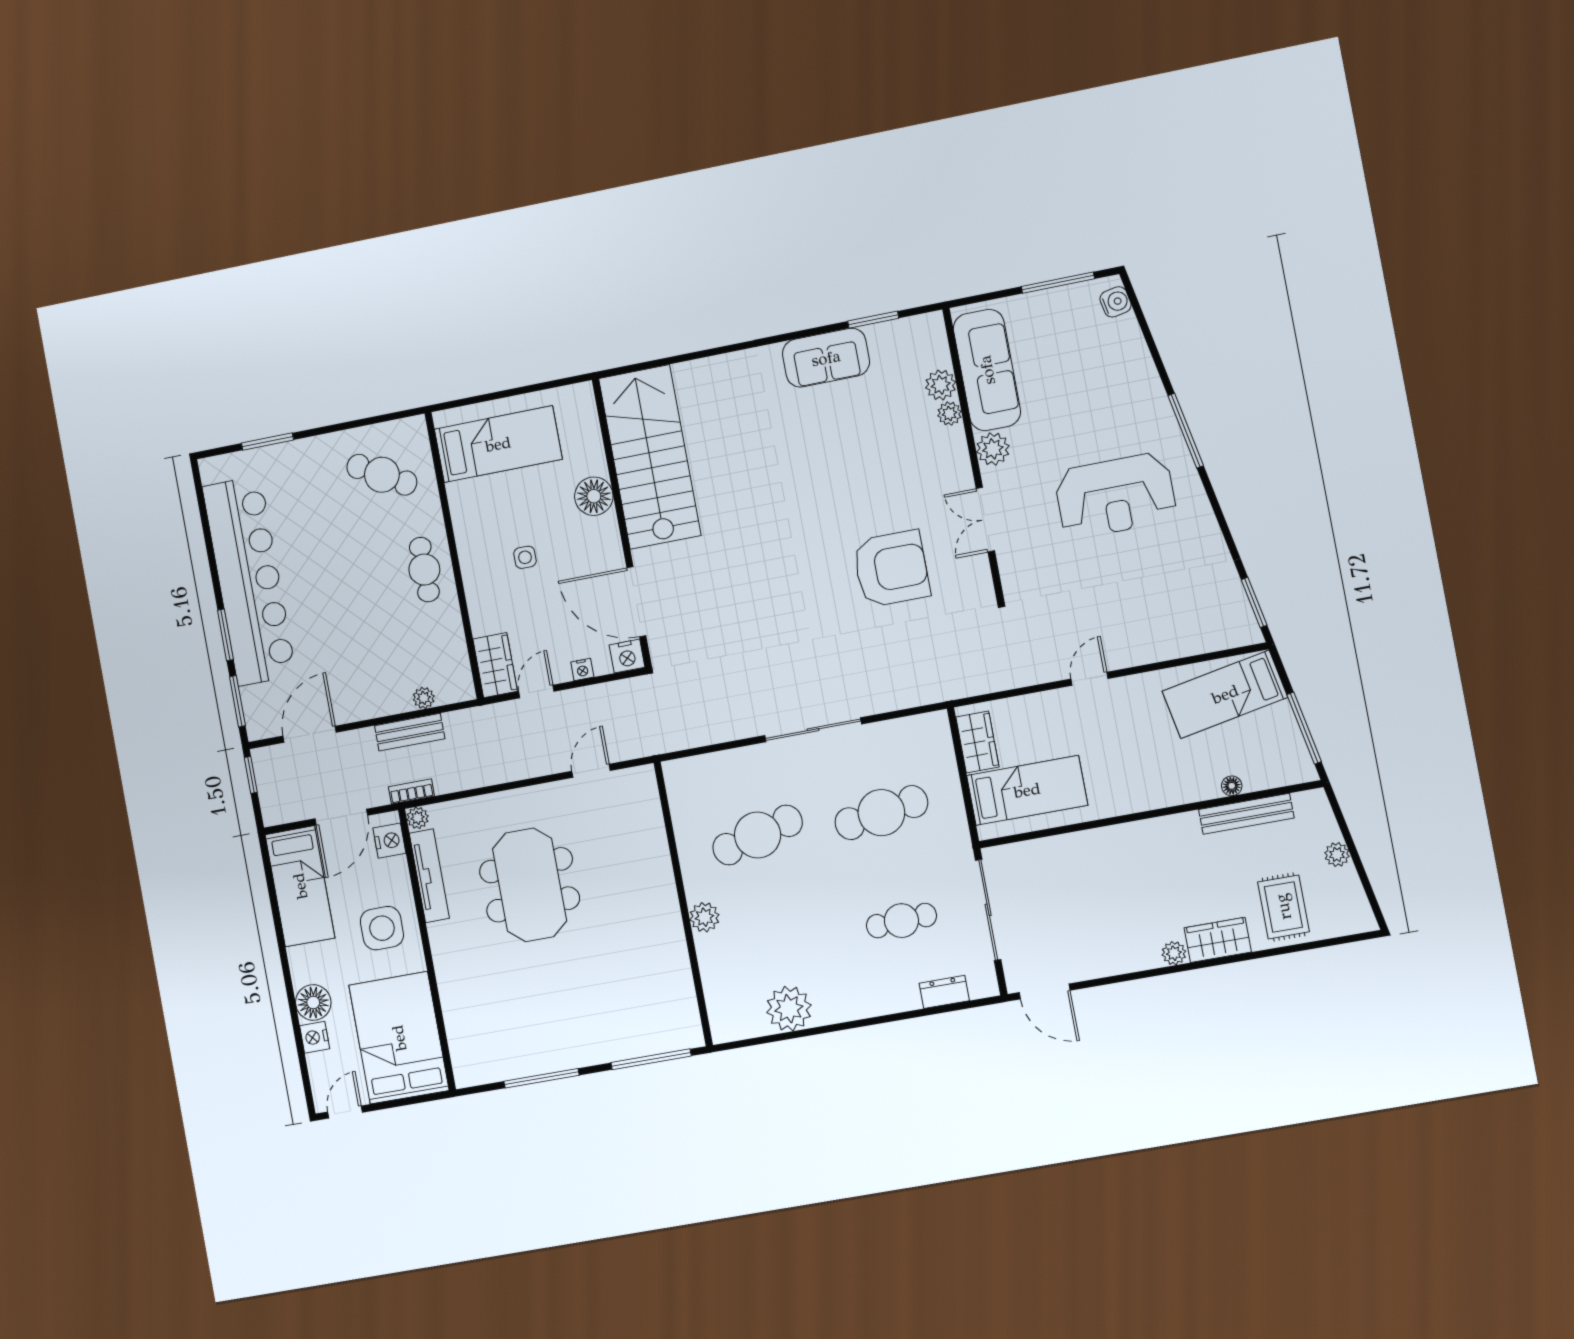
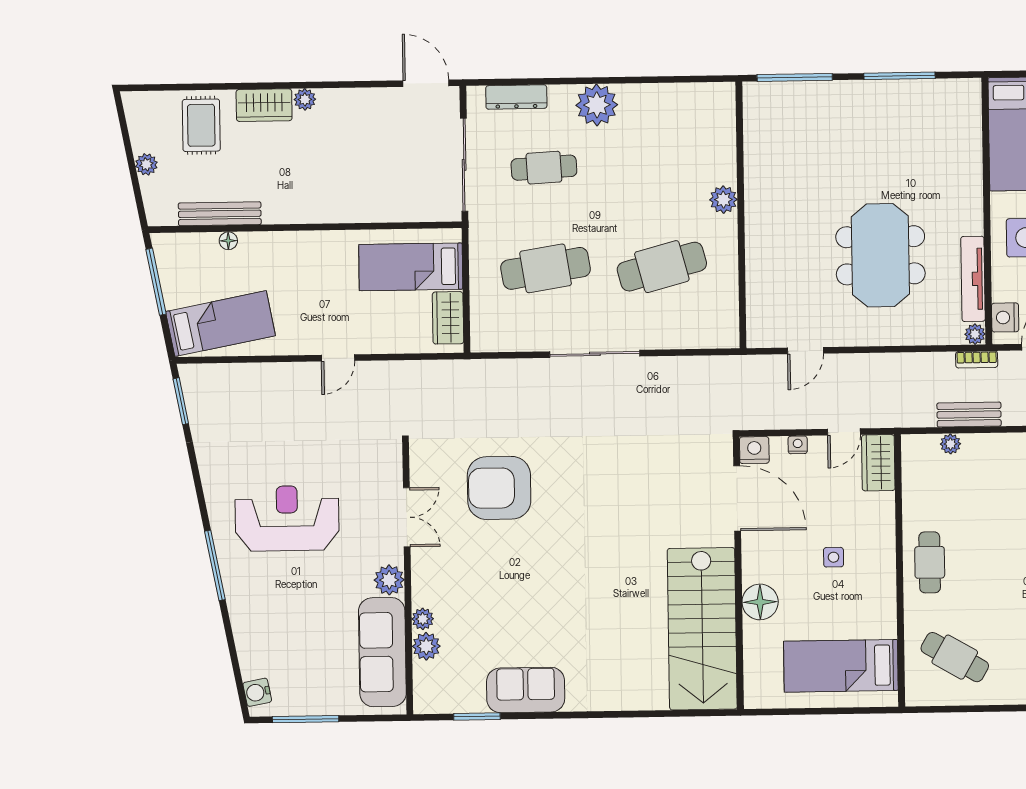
dresser: (944, 992) -> (516, 97), width x1.44
plant: (789, 1009) -> (597, 105), moved

